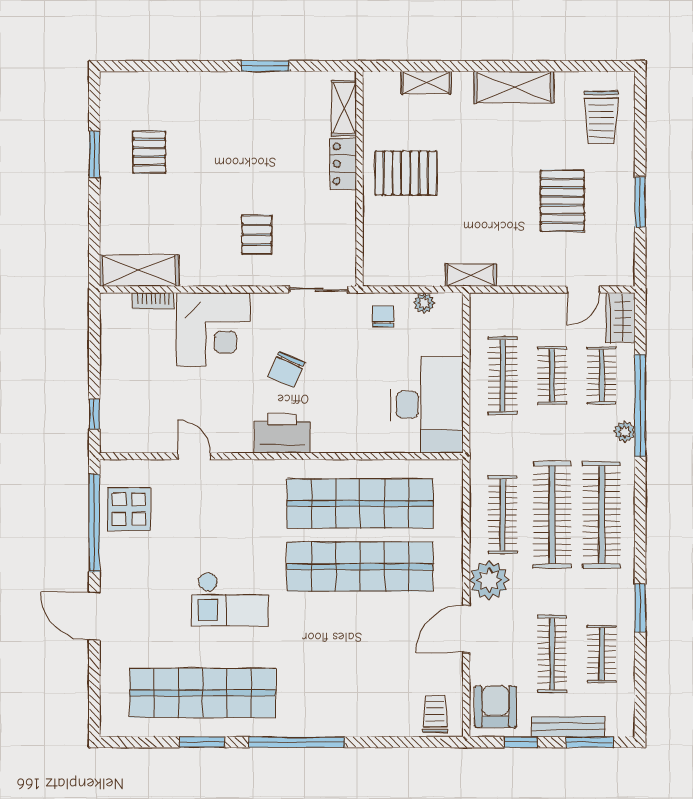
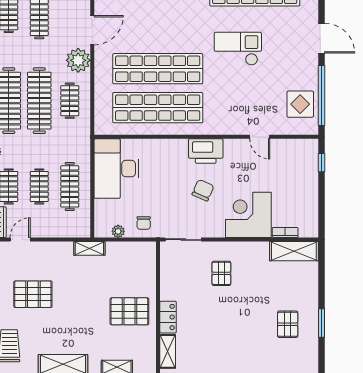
pallet: (562, 201) -> (33, 294), turned 90
clothes rail: (503, 515) -> (70, 101), width x0.73

